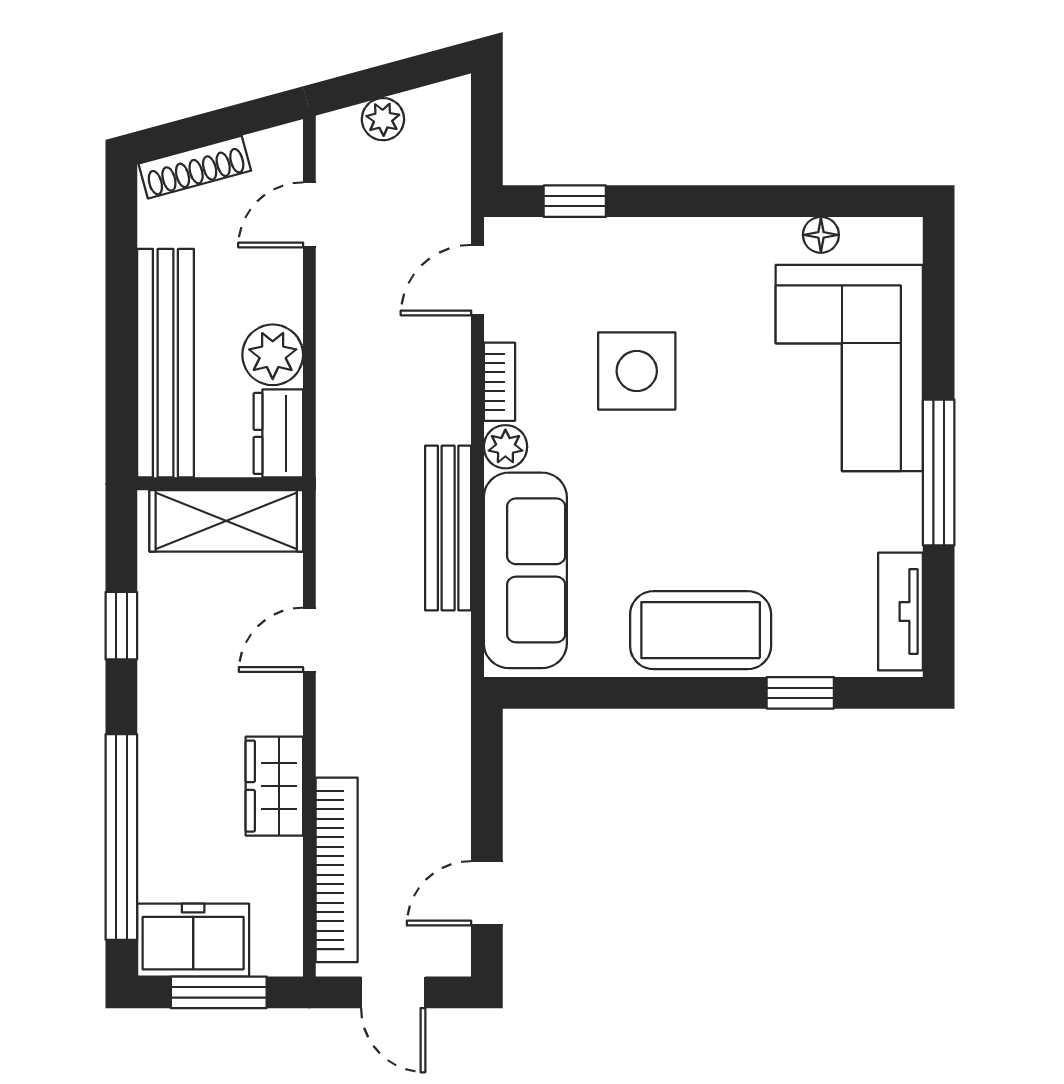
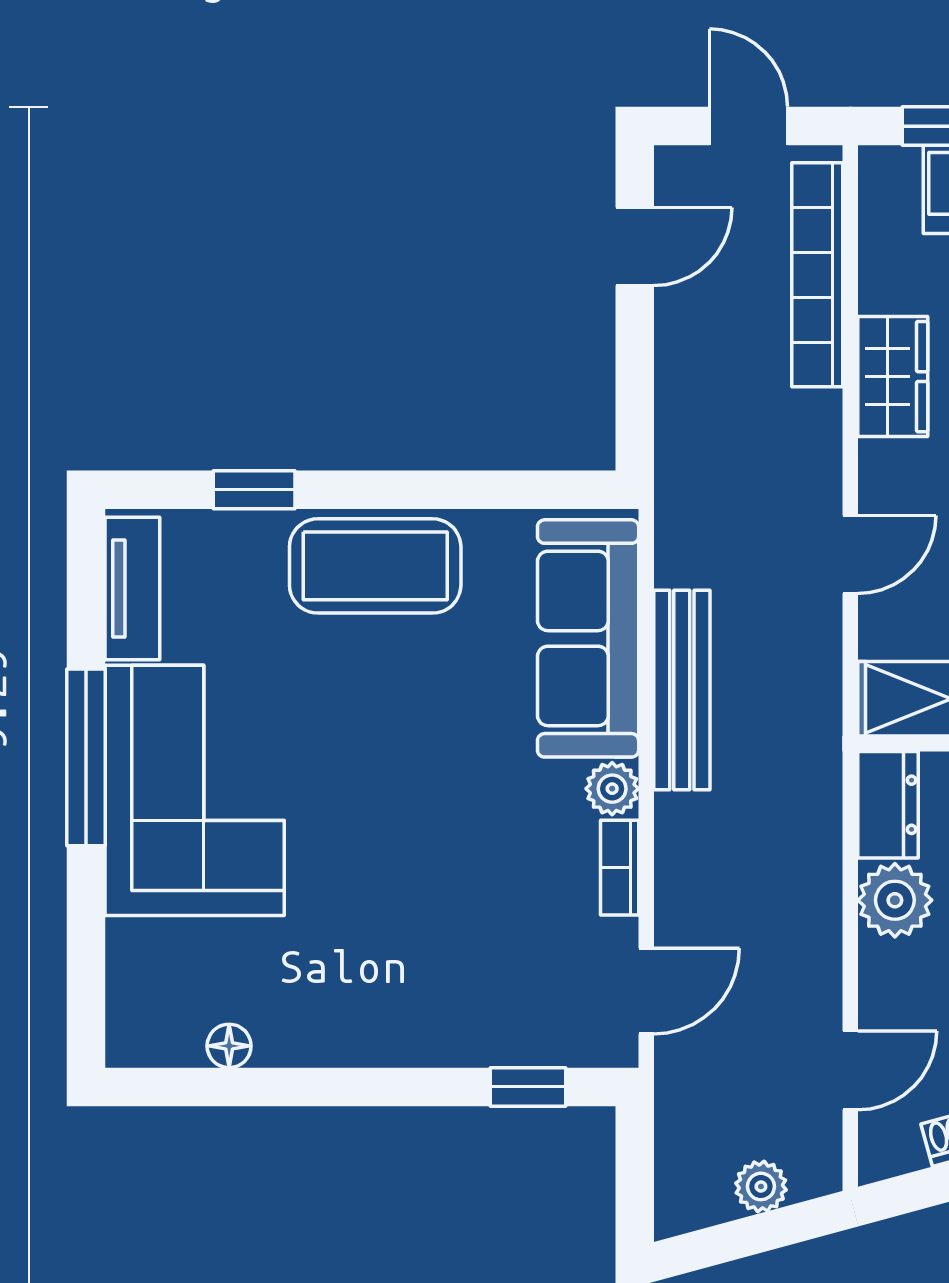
corner sofa: (849, 368) -> (195, 790), moved
side table: (637, 371) -> (453, 881), removed

